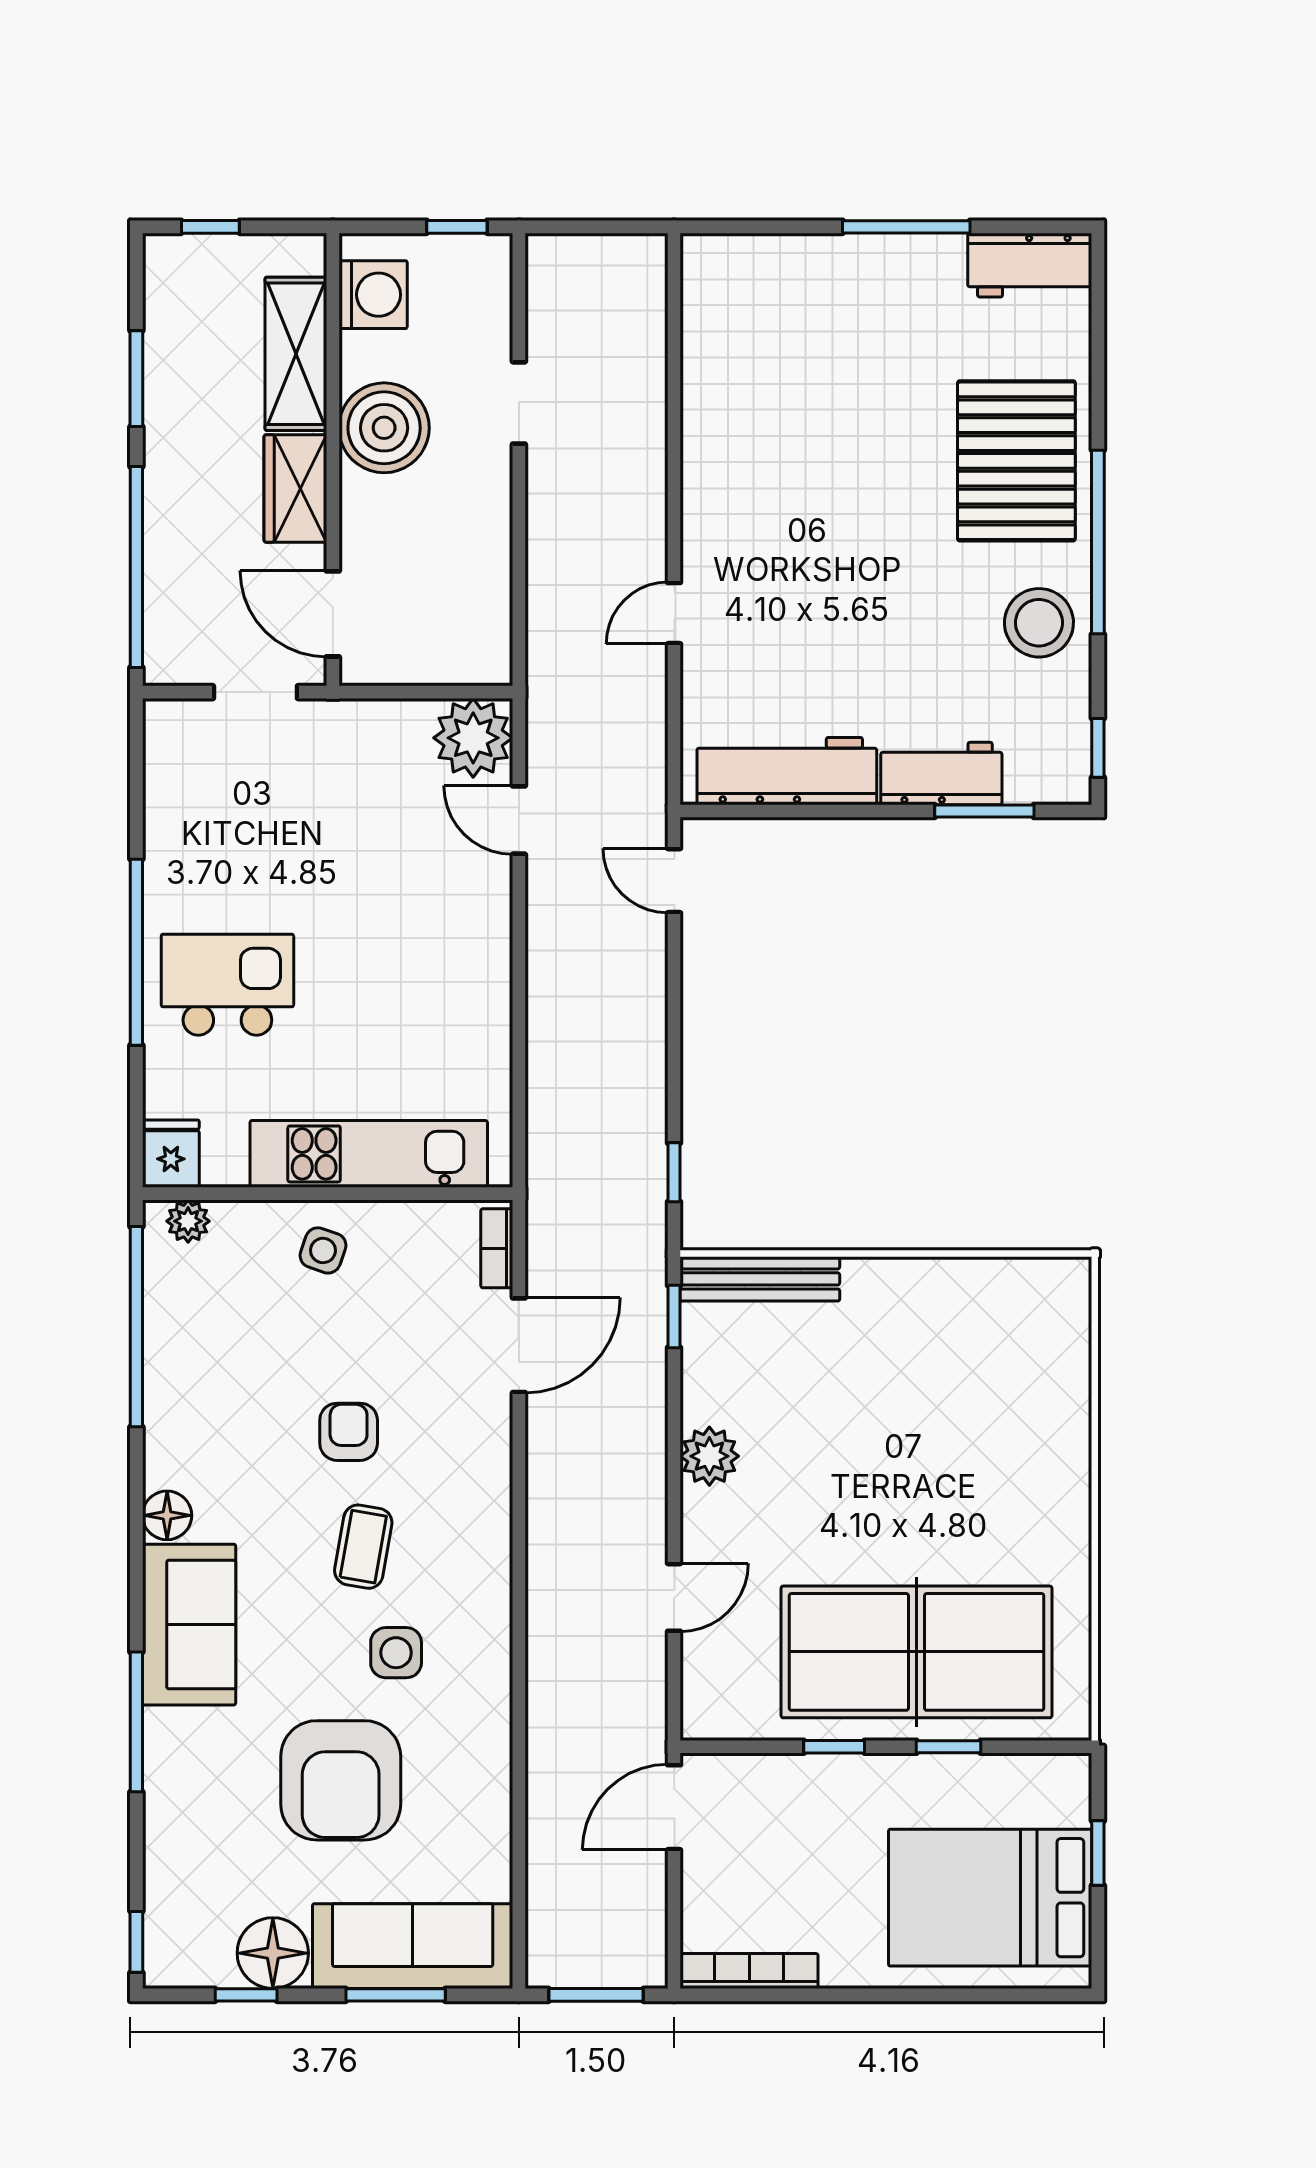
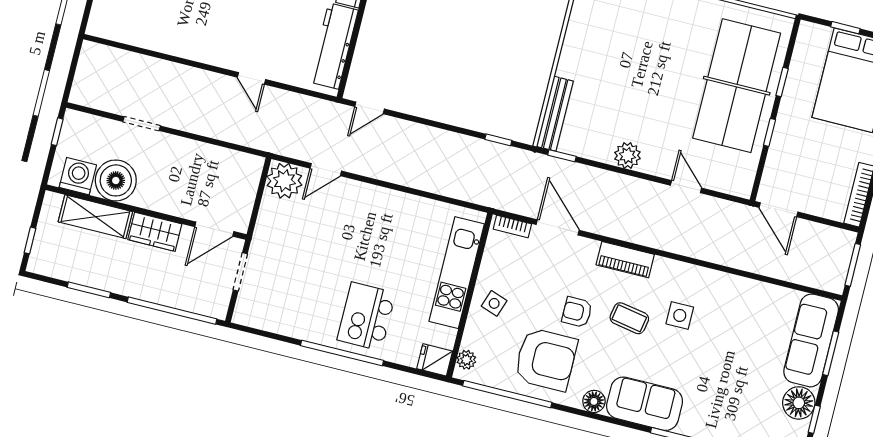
boiler: (384, 428) -> (116, 180), moved
piano: (486, 1507) -> (625, 260), added
armchair: (341, 1780) -> (546, 359), moved

